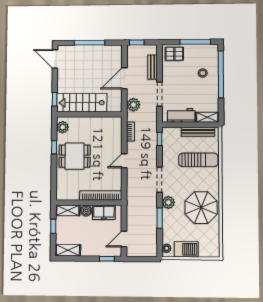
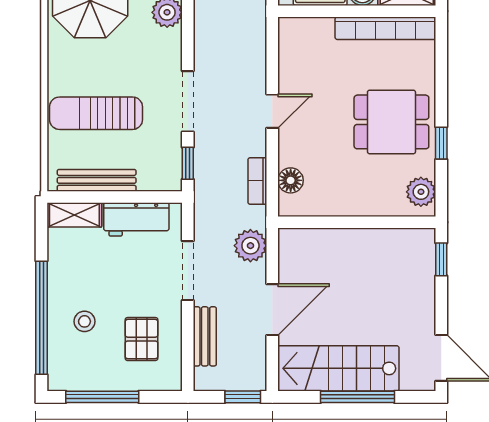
pallet: (174, 54) -> (142, 339), moved, turned 90
stairs: (82, 103) -> (338, 368), moved, turned 180
floor lamp: (117, 132) -> (291, 180), added
doorway: (160, 180) -> (188, 101), moved
bookcase: (101, 195) -> (385, 28), moved

